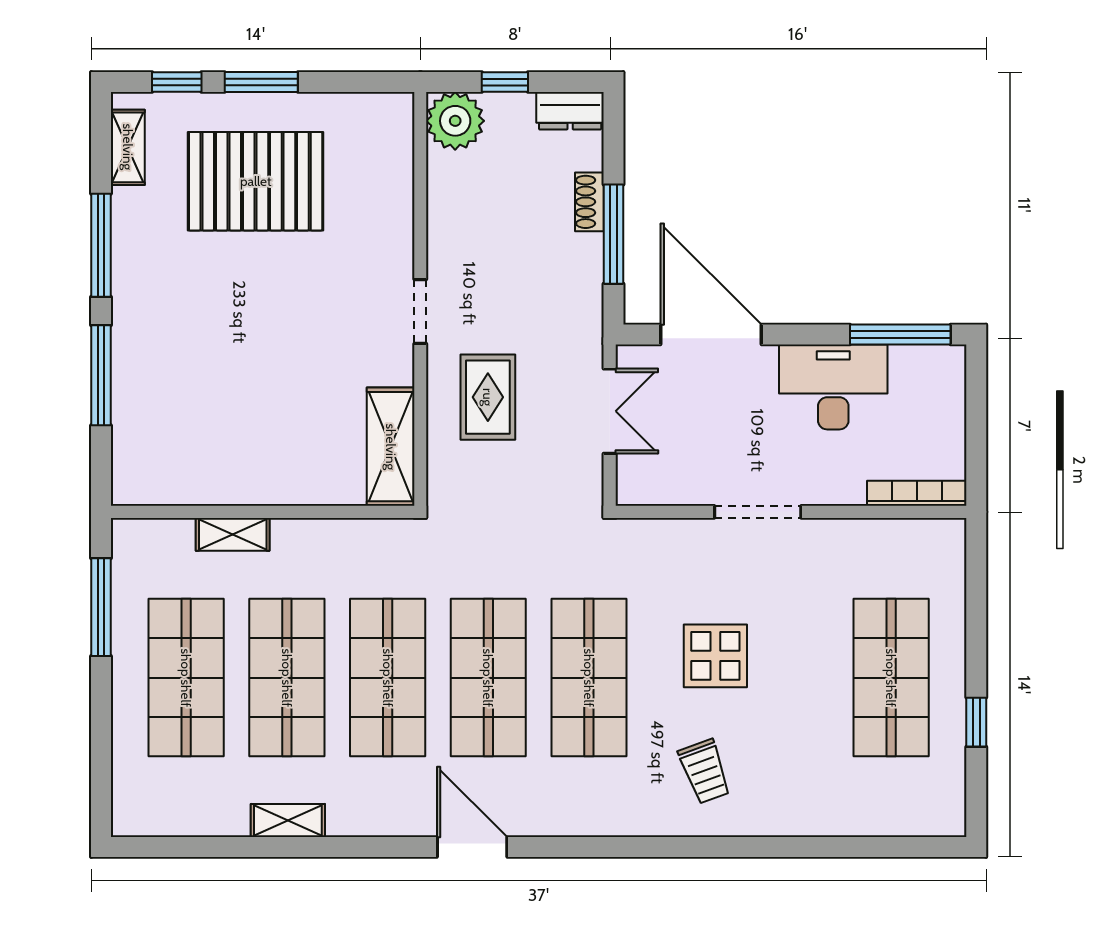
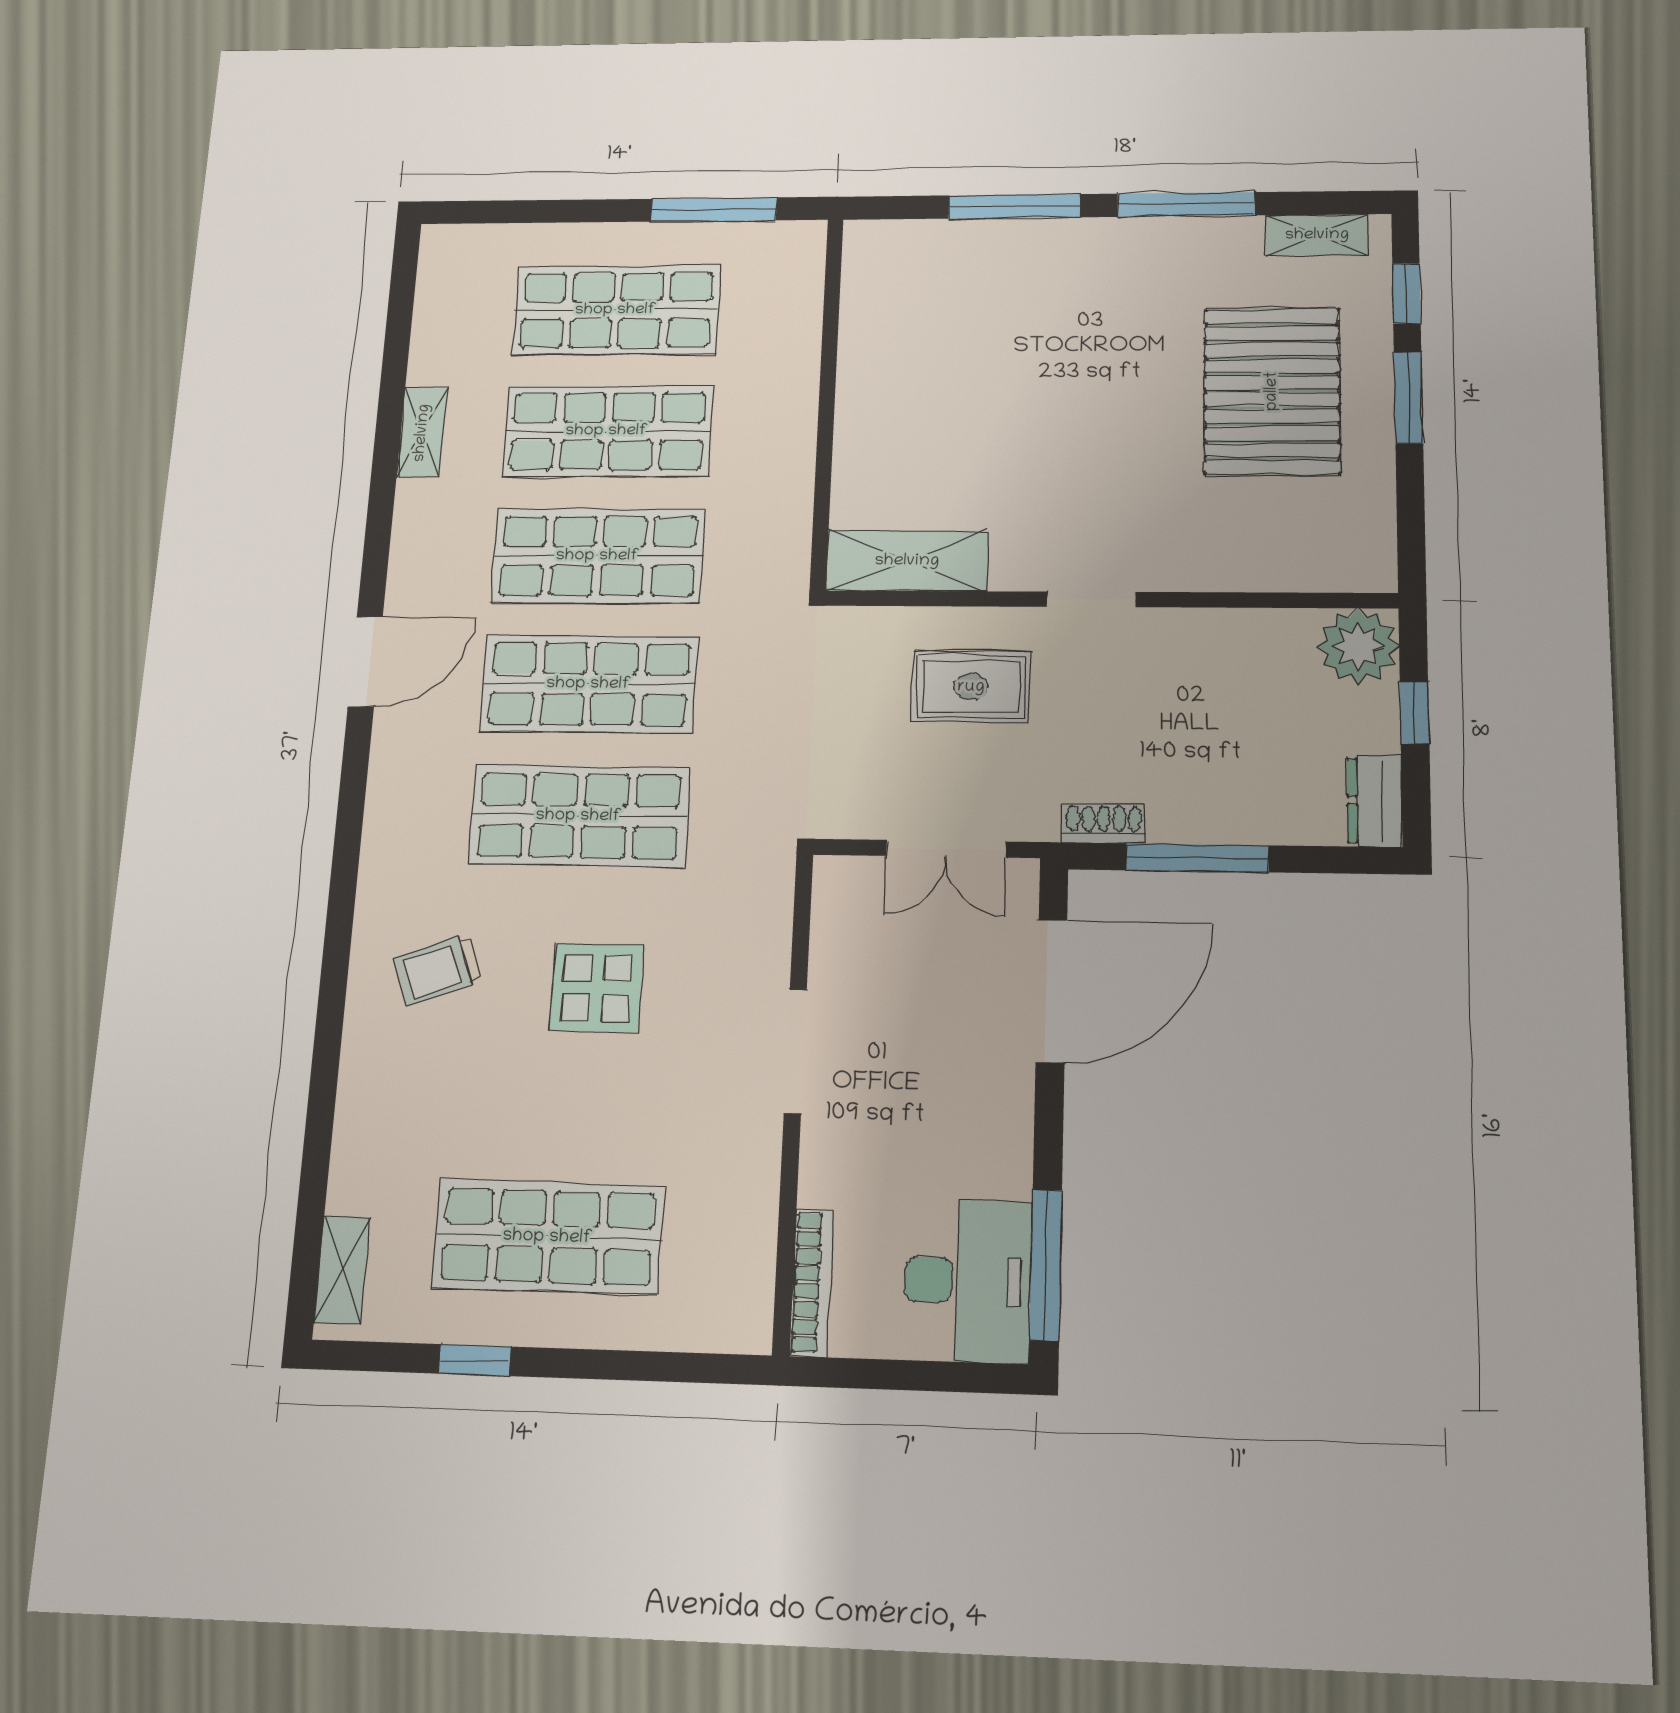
shoe rack: (589, 202) -> (1104, 823), moved
desk: (833, 387) -> (968, 1281), moved
shelving: (233, 534) -> (342, 1270), moved

